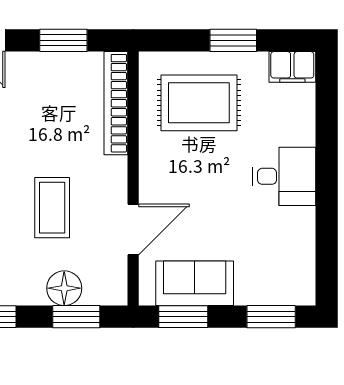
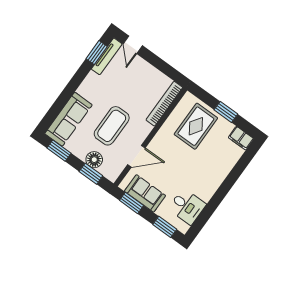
window: (63, 40) -> (162, 66), removed
rug: (199, 103) -> (196, 126), turned 90
desk: (284, 176) -> (187, 206), moved
coffee table: (52, 208) -> (112, 126), width x1.36, depth x1.32

